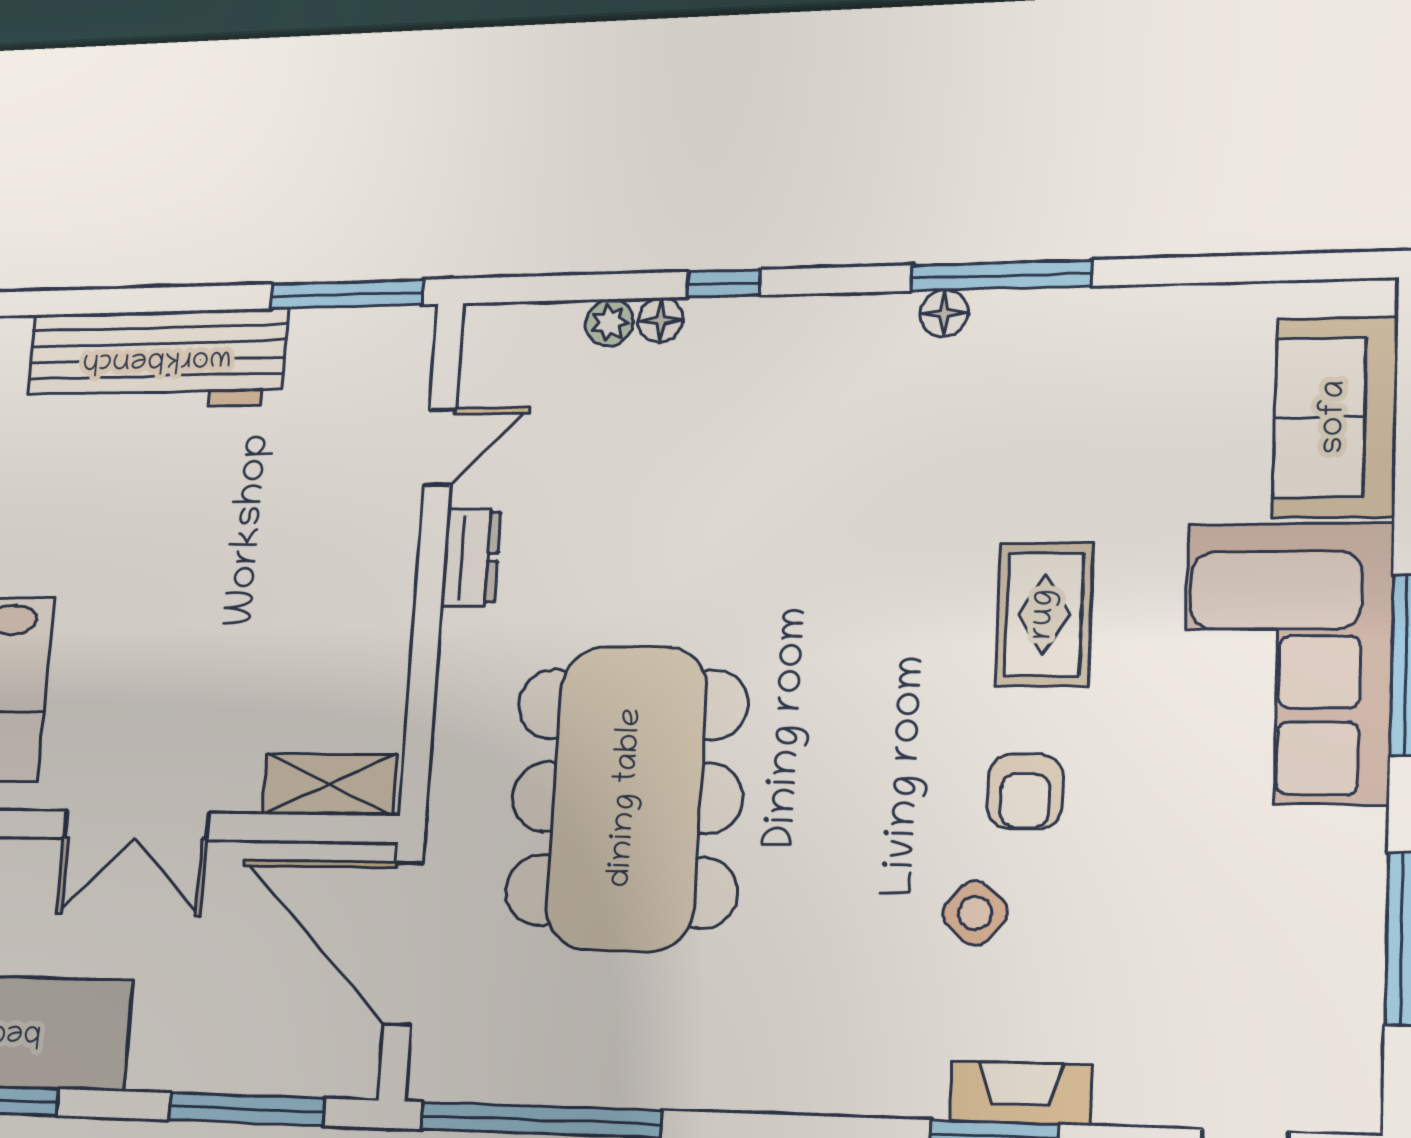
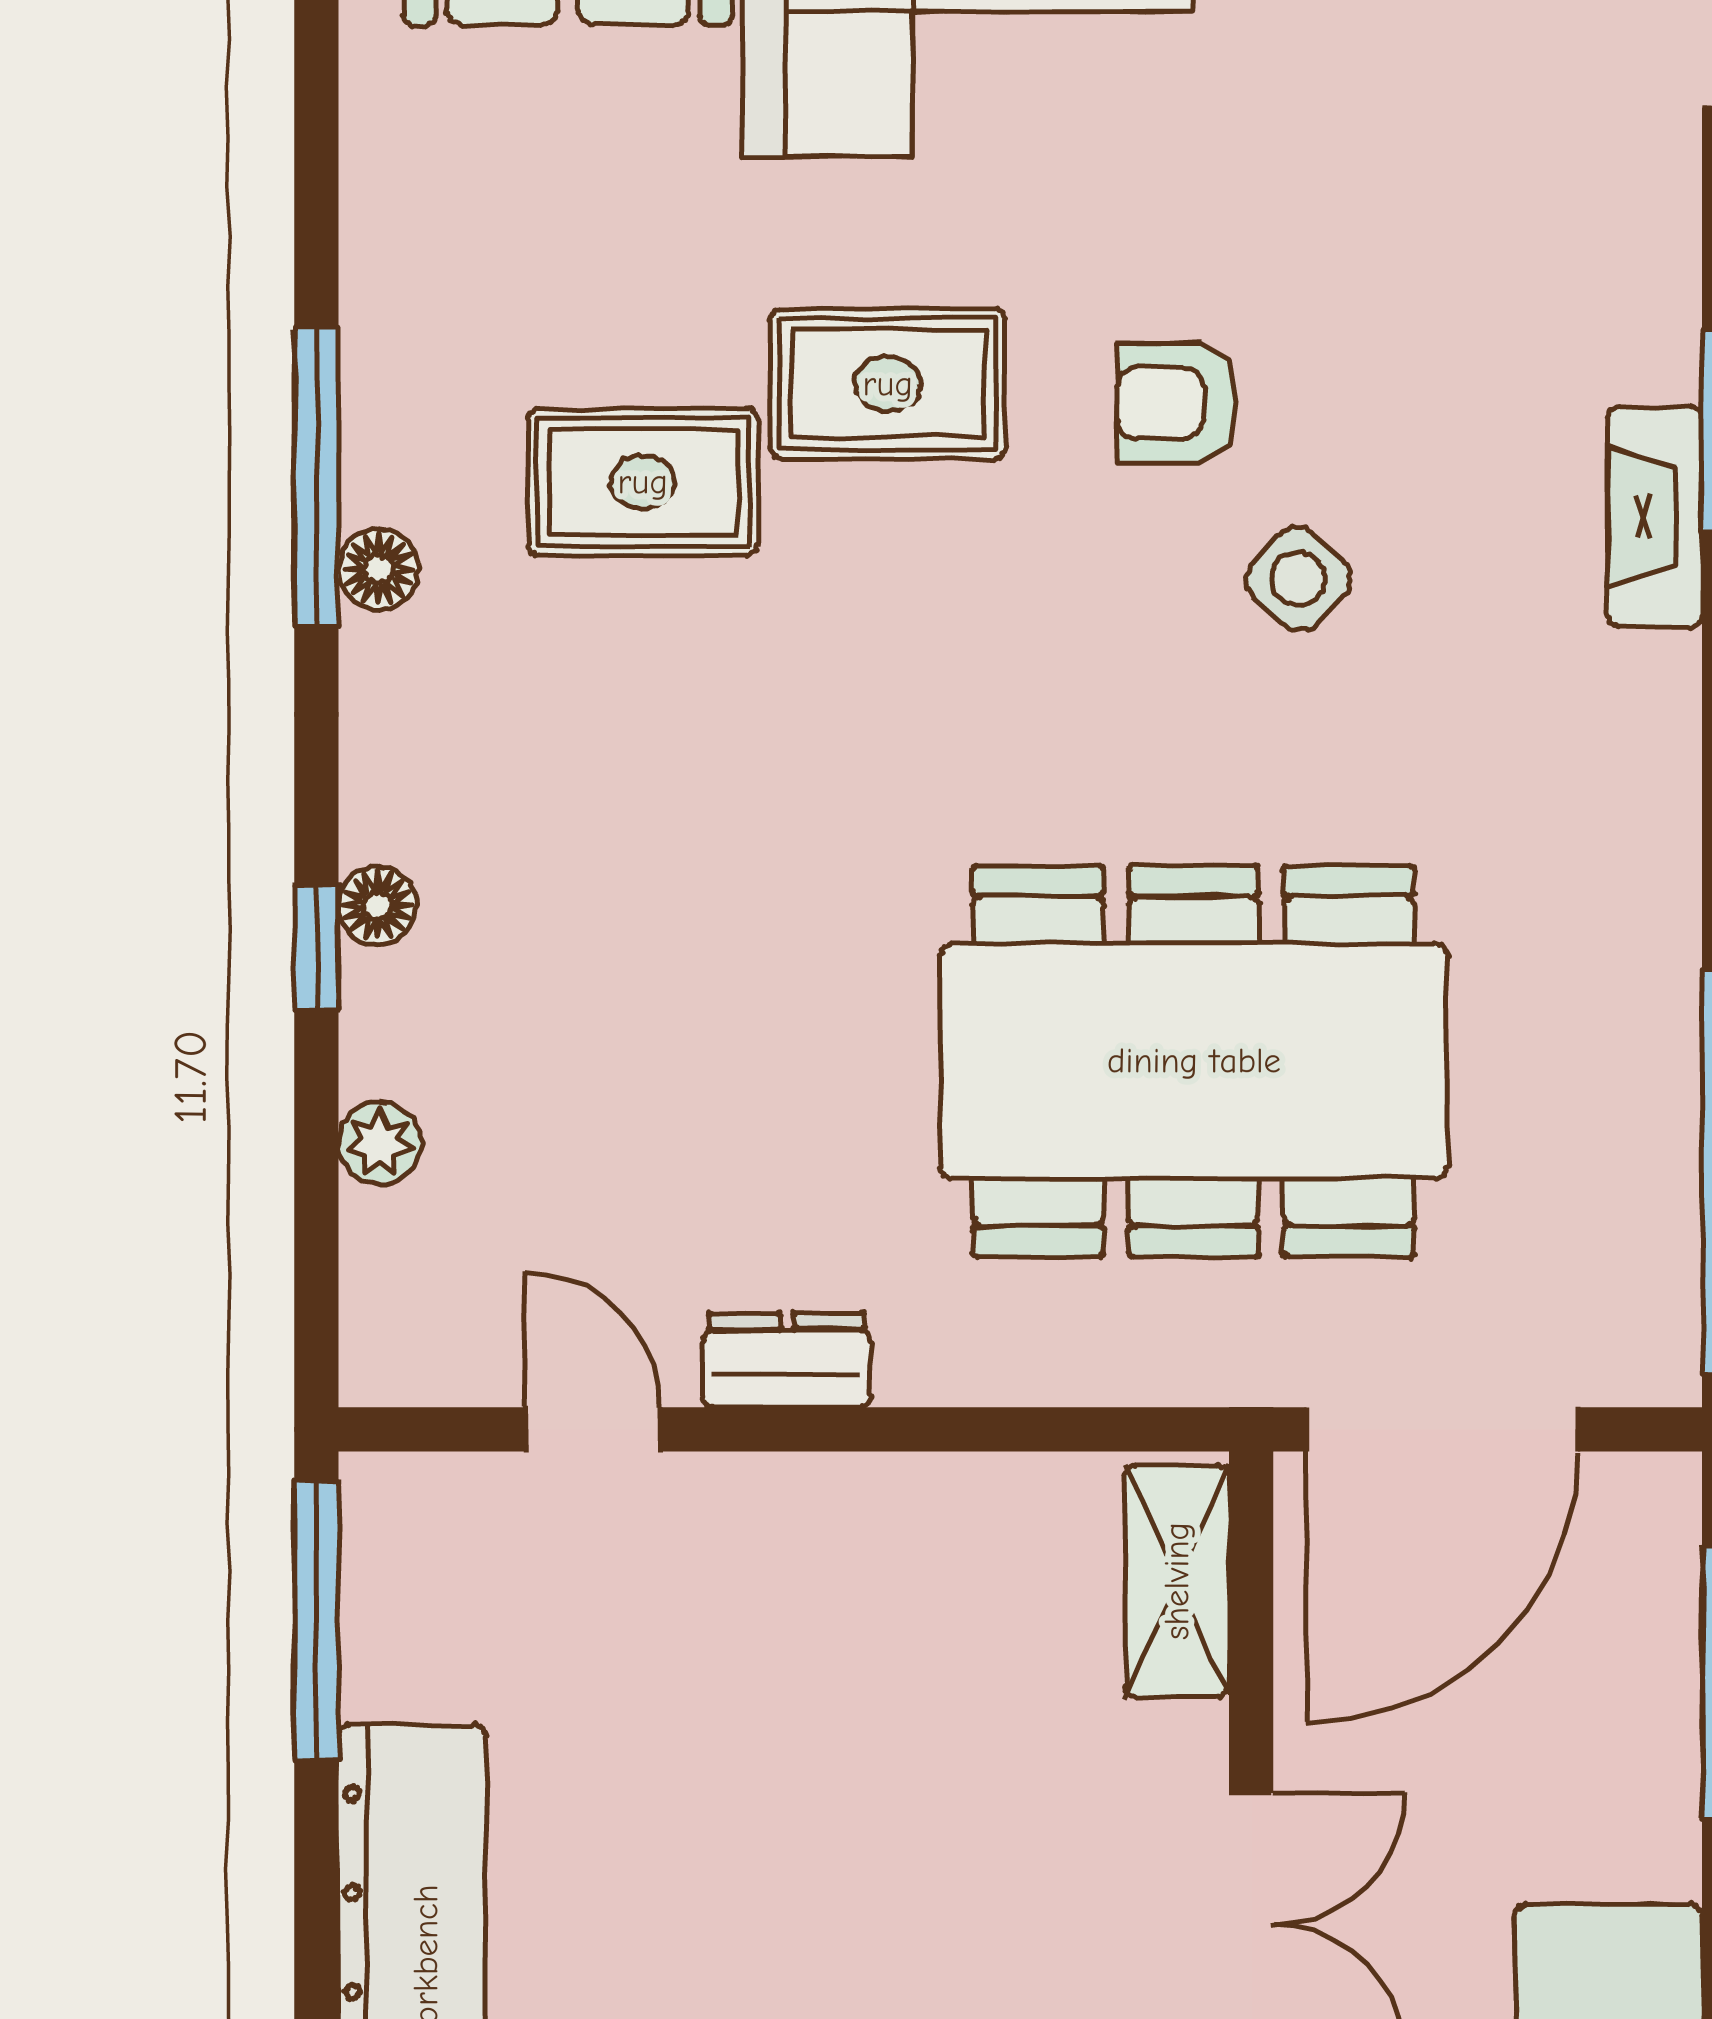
floor lamp: (661, 320) -> (377, 905), moved
rug: (990, 468) -> (643, 482), added
armchair: (1025, 792) -> (1177, 403), turned 180
side table: (975, 913) -> (1298, 579), moved
fireplace: (1020, 1093) -> (1655, 517), moved

